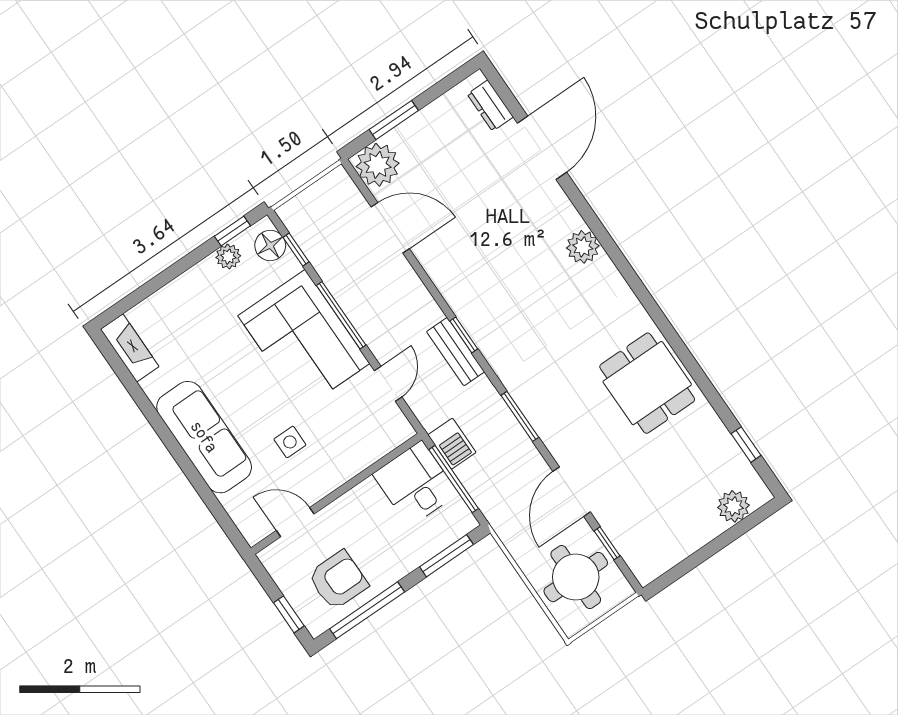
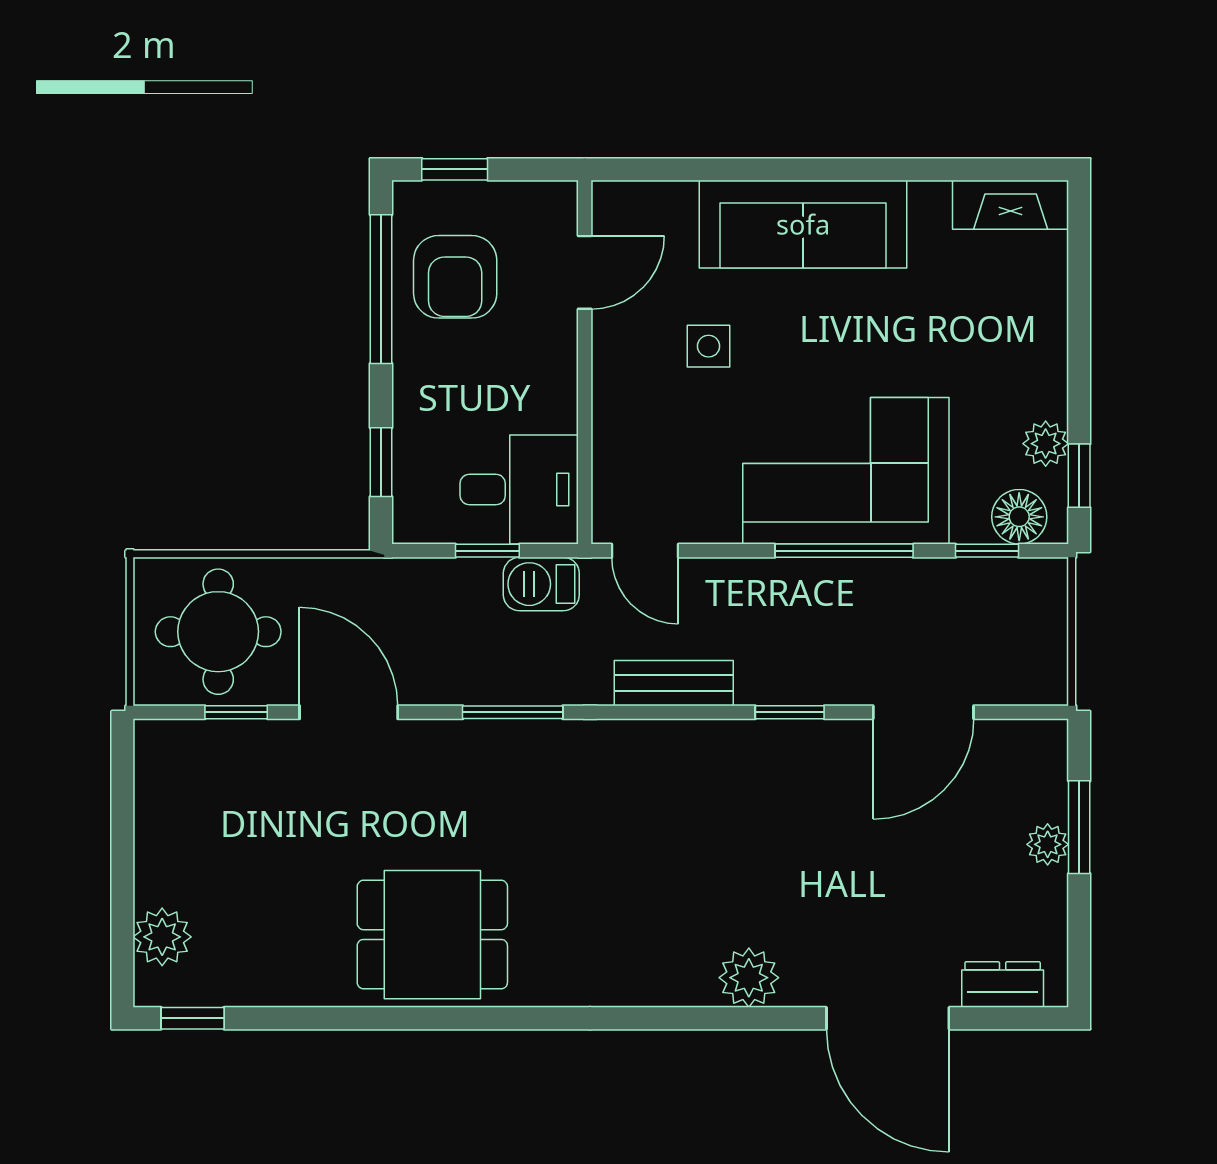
plant: (378, 165) -> (1048, 844), moved, width x0.53, depth x0.53
plant: (583, 247) -> (749, 978), moved
window: (464, 335) -> (790, 712), moved
door: (388, 384) -> (645, 551), moved
window: (746, 445) -> (193, 1018), moved
window: (454, 479) -> (487, 551), width x0.46
window: (447, 556) -> (381, 462), width x0.67

